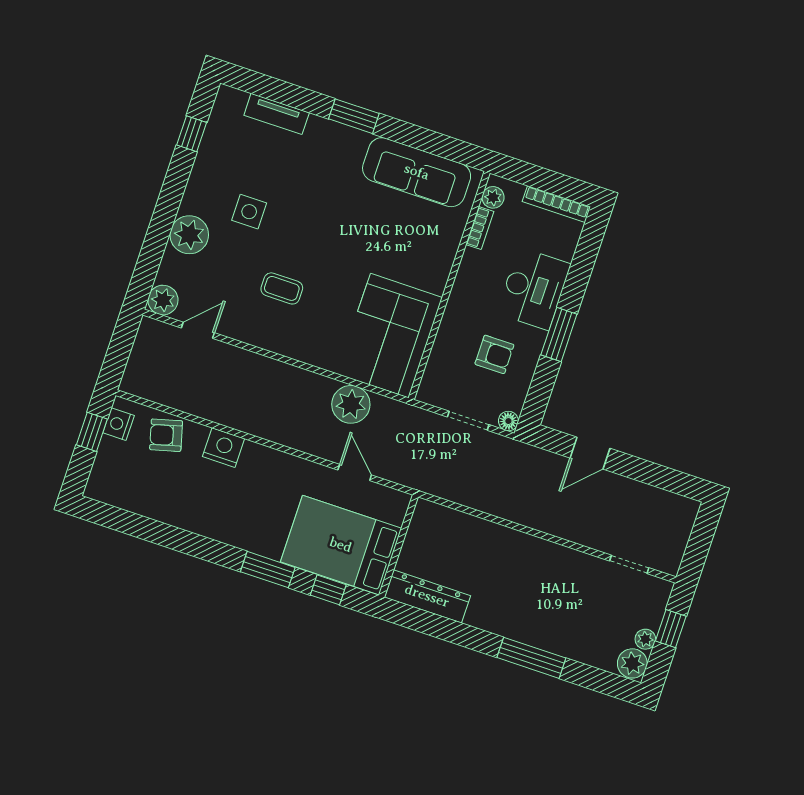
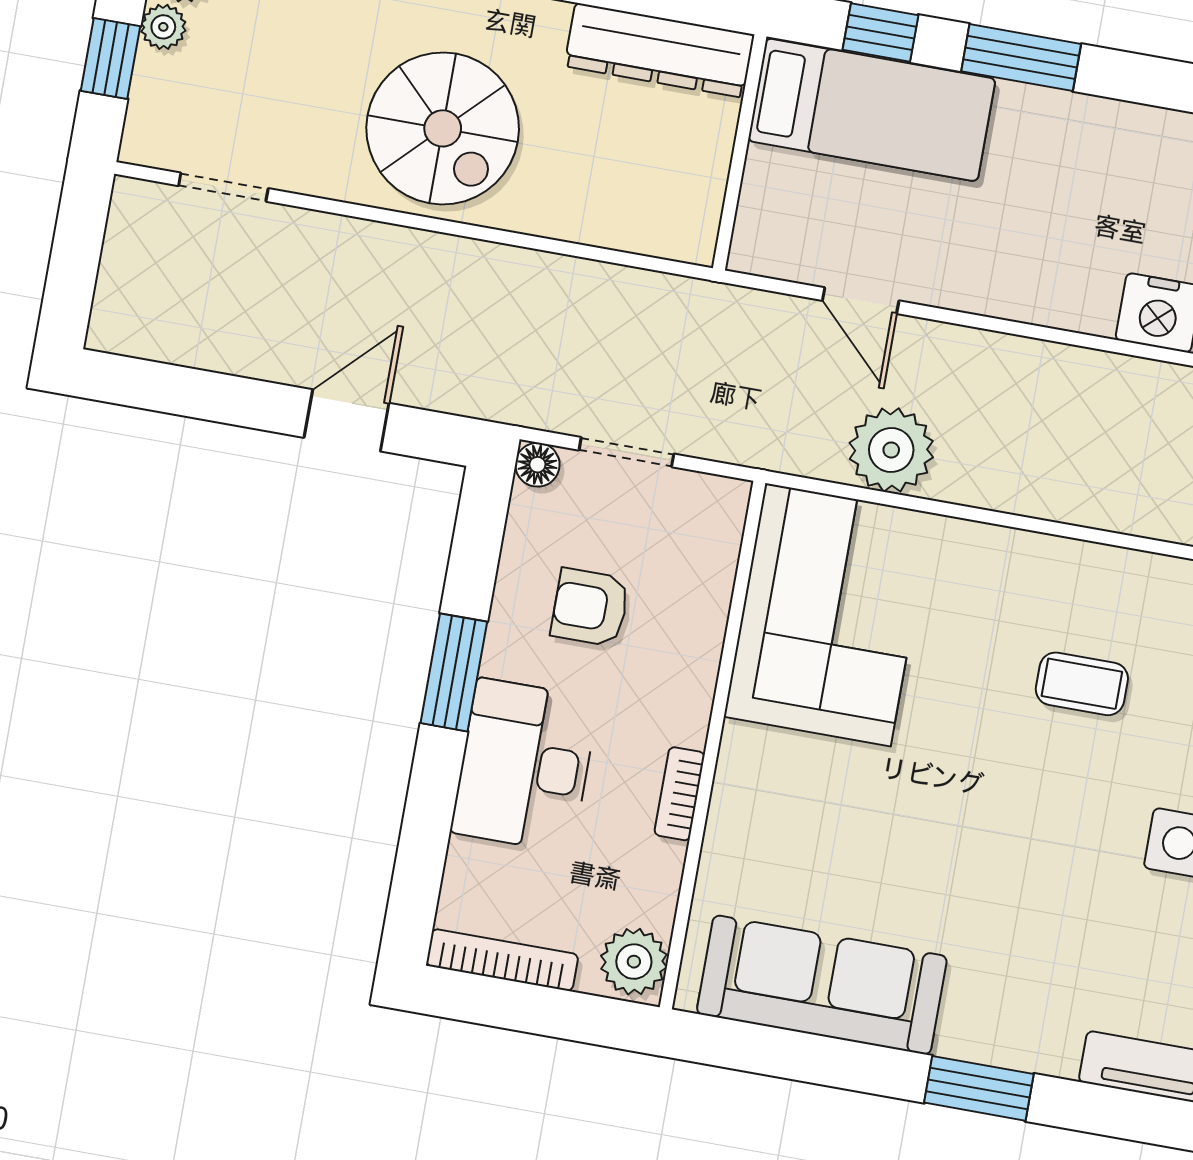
plant: (493, 197) -> (634, 962), width x1.38, depth x1.38
bookcase: (480, 228) -> (680, 794), moved
bed: (341, 545) -> (872, 110), width x0.67
spiral stairs: (528, 576) -> (443, 128), added

